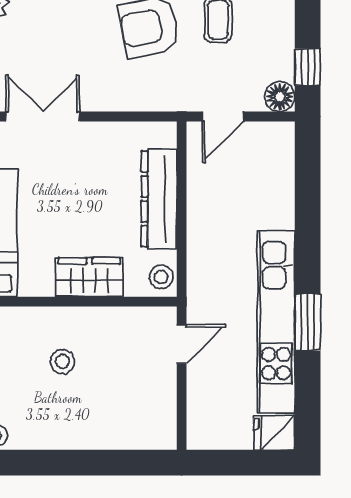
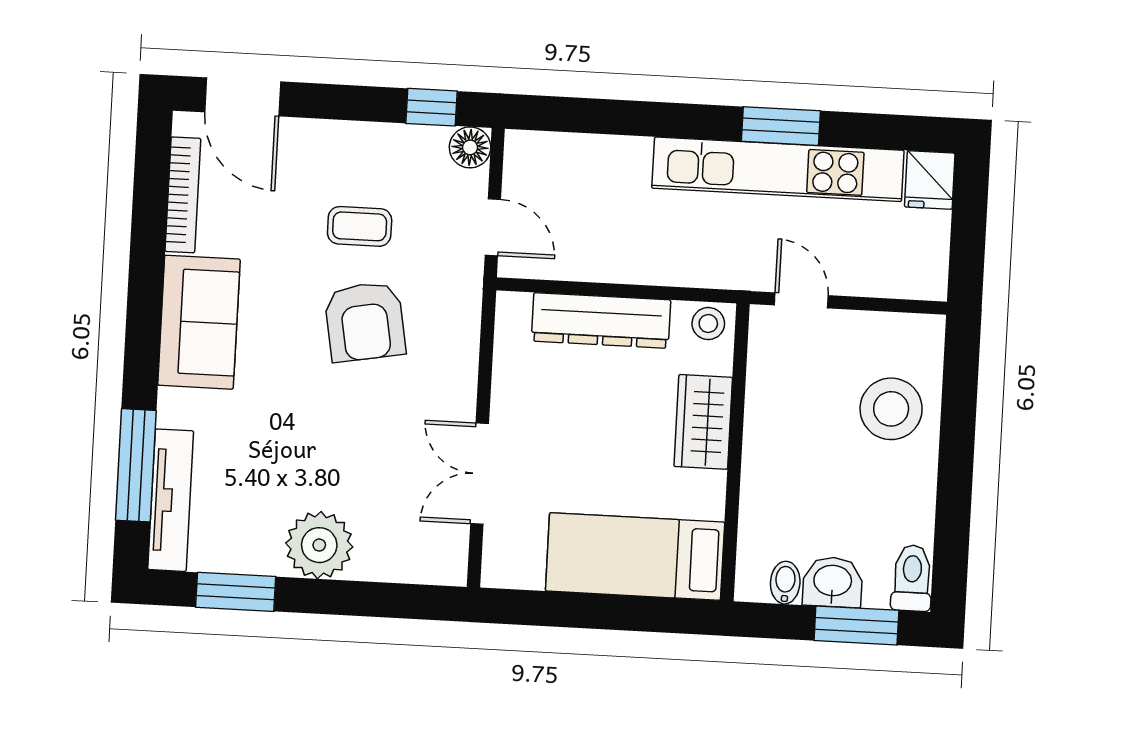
stool: (63, 362) -> (891, 409), moved, width x1.89, depth x1.89

